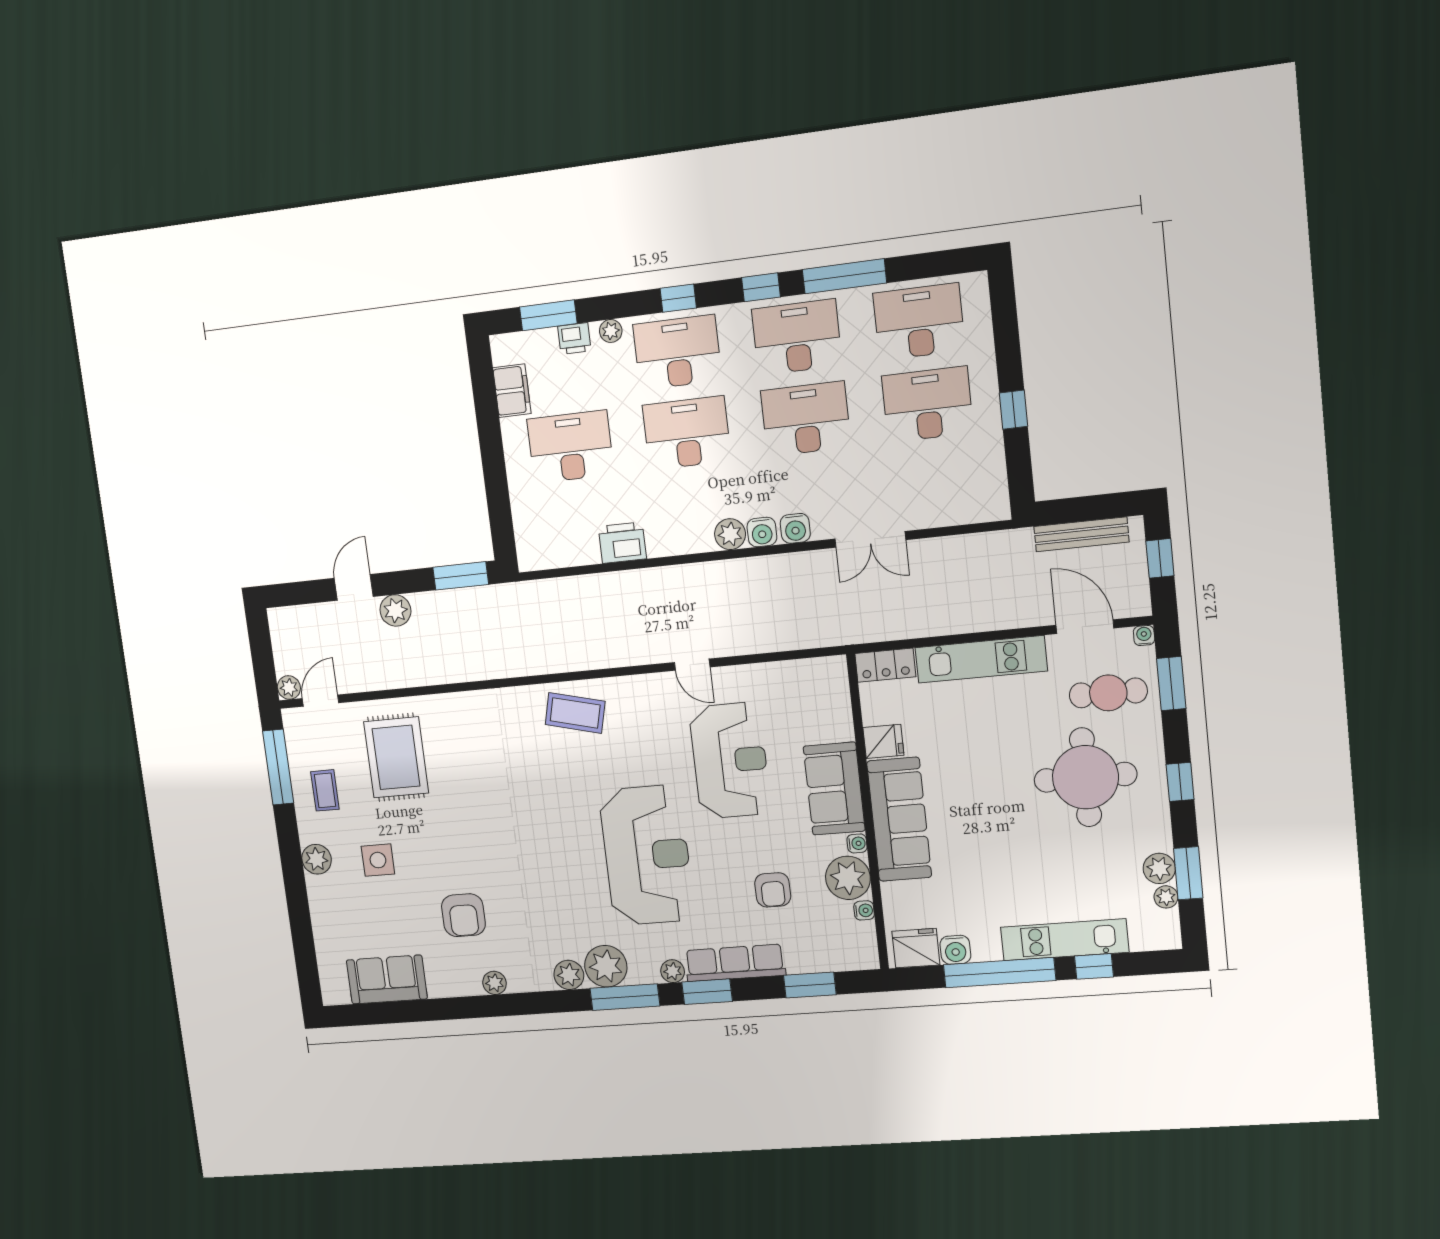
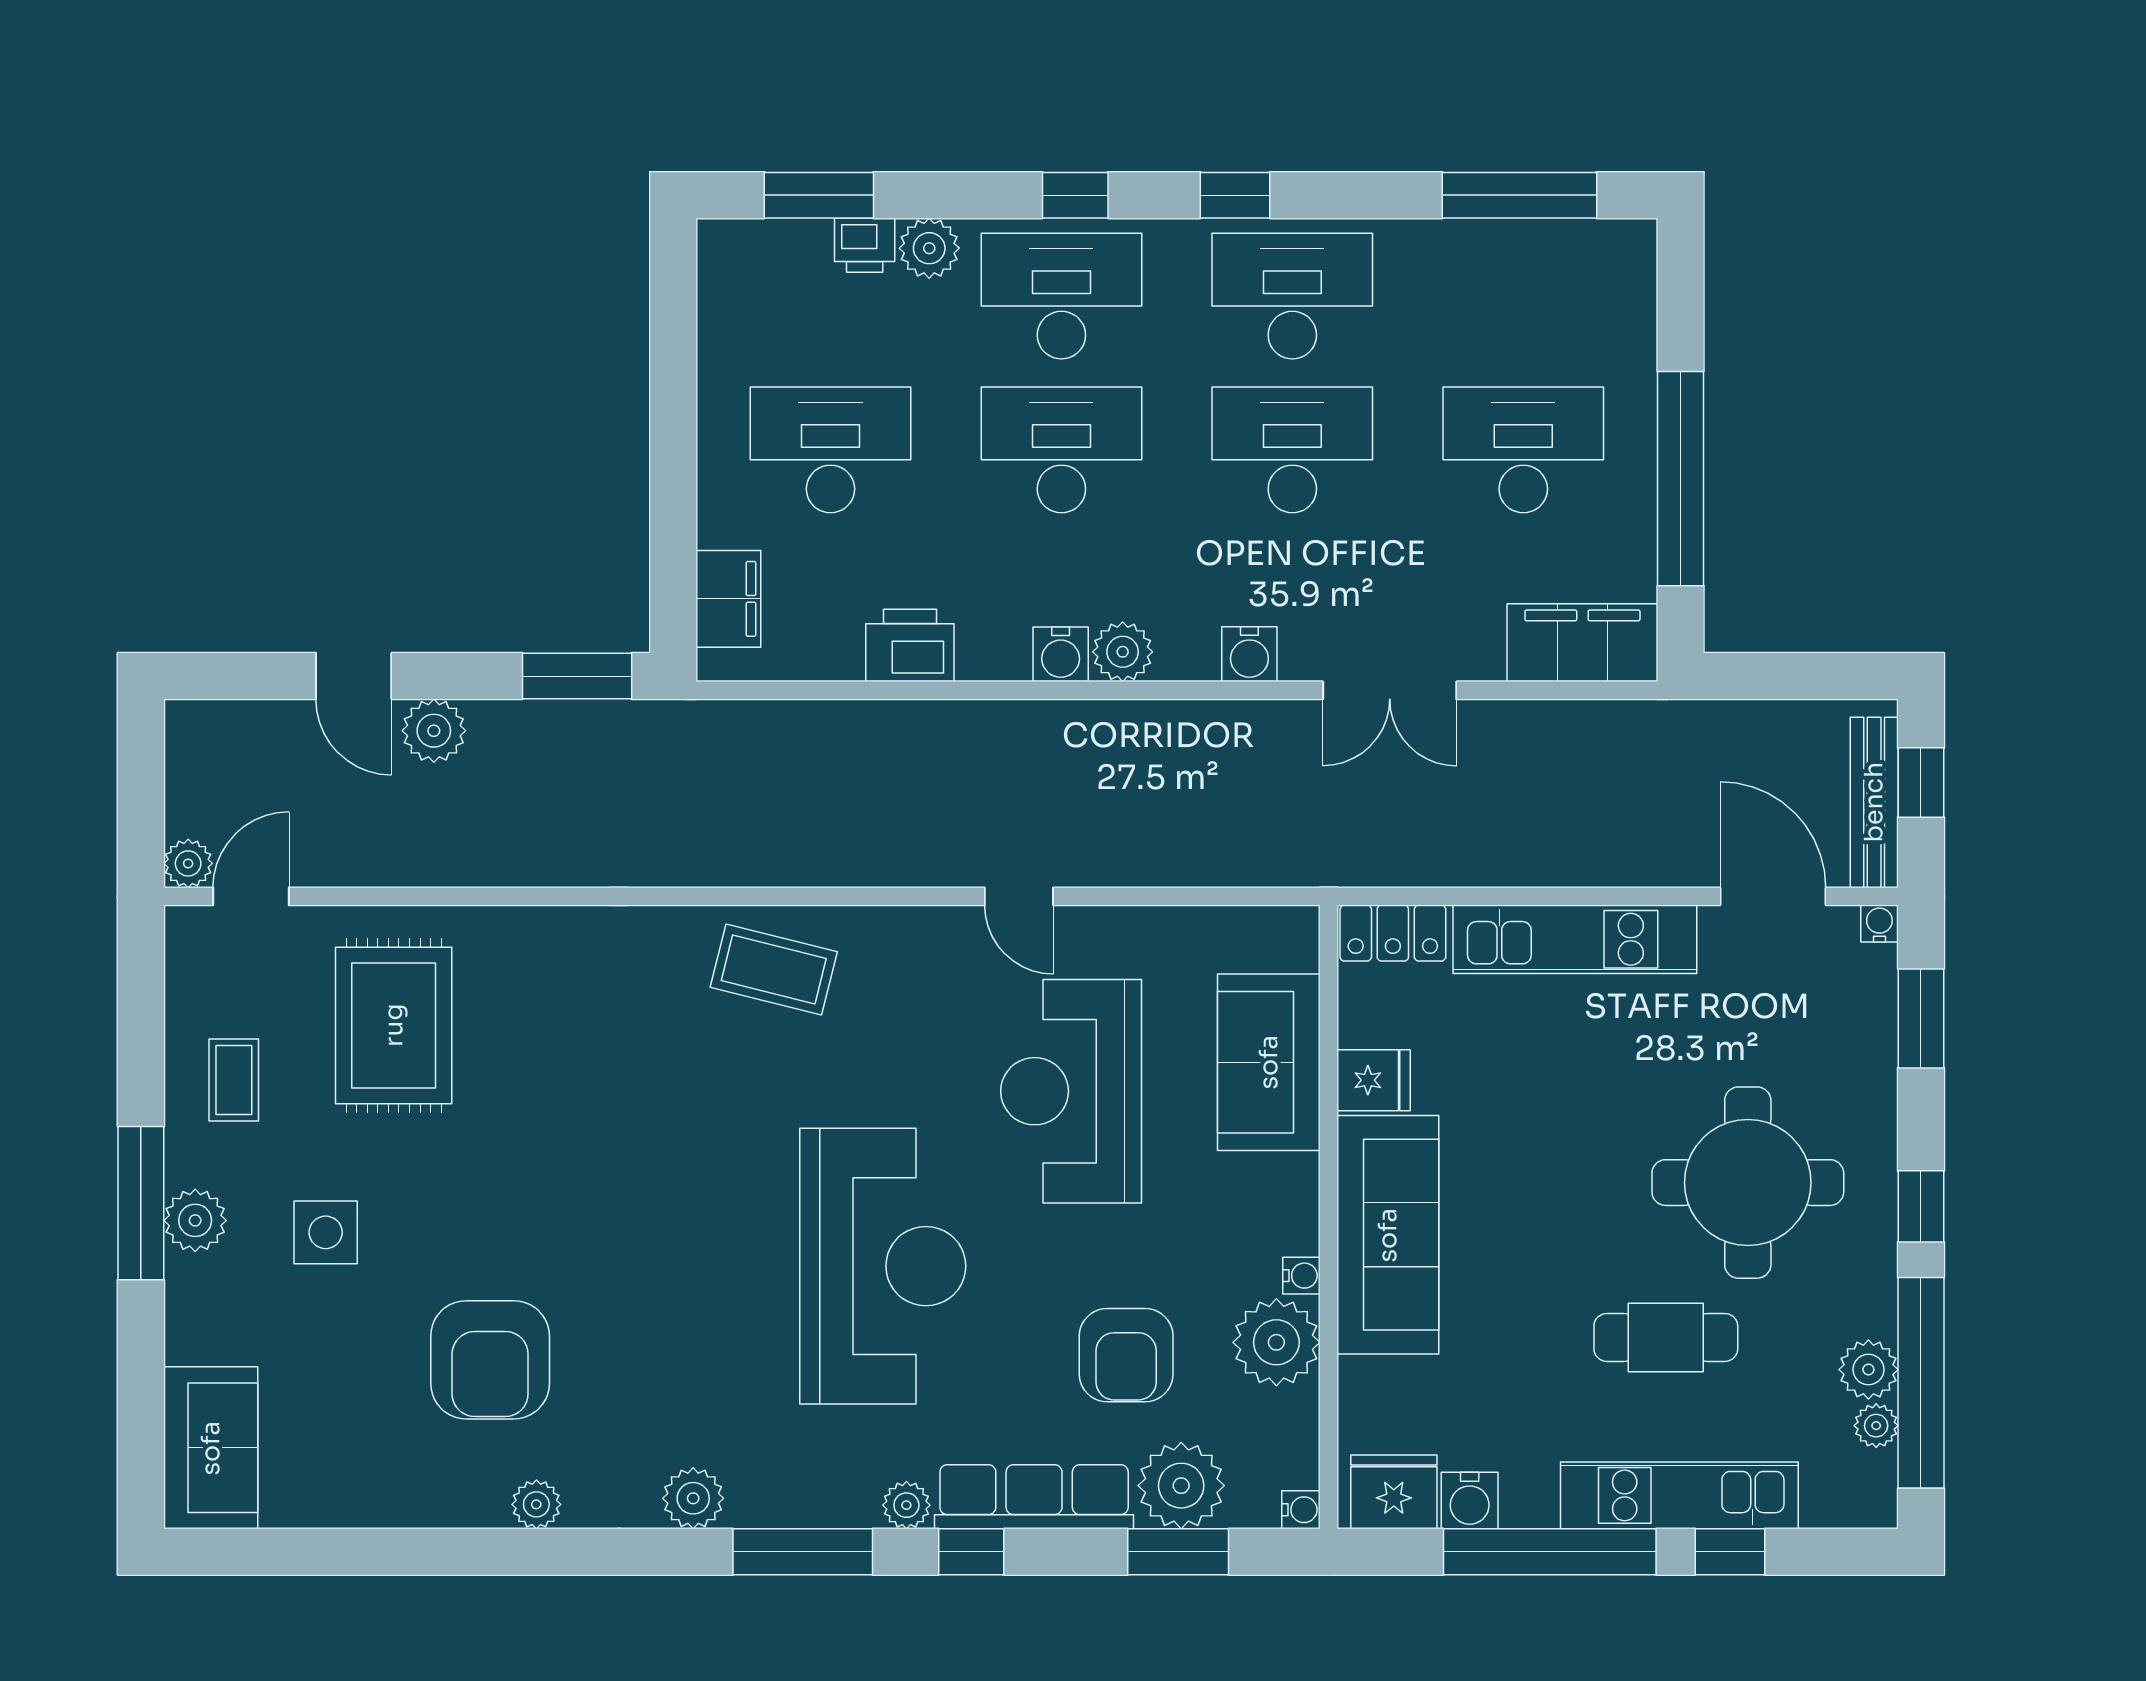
window: (844, 276) -> (1520, 195), moved
desk: (919, 322) -> (1523, 296), removed
plant: (611, 331) -> (929, 248), width x1.38, depth x1.38
filing cabinet: (512, 391) -> (728, 599), moved
window: (1014, 410) -> (1681, 479), width x3.17
filing cabinet: (969, 503) -> (1582, 643), added
water cooler: (762, 532) -> (1061, 654), moved
bench: (1081, 534) -> (1874, 802), moved, turned 90
door: (354, 587) -> (354, 676), swing flipped
cafe table: (1108, 693) -> (1666, 1337), moved
reception desk: (730, 761) -> (1071, 1091), turned 180
window: (278, 767) -> (141, 1203), moved
sofa: (834, 789) -> (1269, 1062), moved
window: (1188, 873) -> (1921, 1383), width x2.11
armchair: (773, 890) -> (1126, 1355), width x1.38, depth x1.38
water cooler: (864, 910) -> (1301, 1510), moved
armchair: (463, 915) -> (490, 1360), width x1.36, depth x1.36
plant: (606, 966) -> (1181, 1486), moved
sofa: (387, 979) -> (211, 1448), moved, turned 90
window: (707, 992) -> (971, 1552), width x0.67

